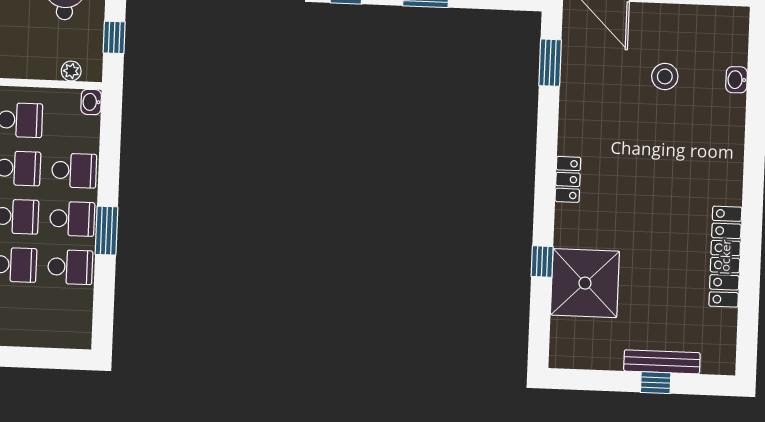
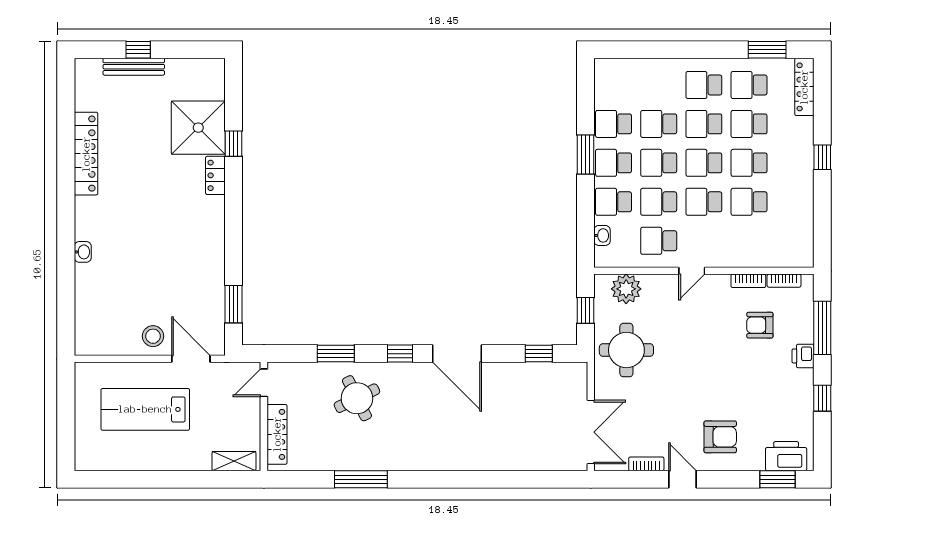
plant: (71, 71) -> (626, 289), width x1.88, depth x1.88
stool: (665, 76) -> (153, 336), moved
washbasin: (737, 80) -> (83, 252), moved
washbasin: (91, 102) -> (602, 235), moved
locker: (568, 179) -> (215, 175), moved

